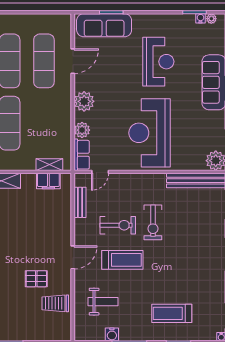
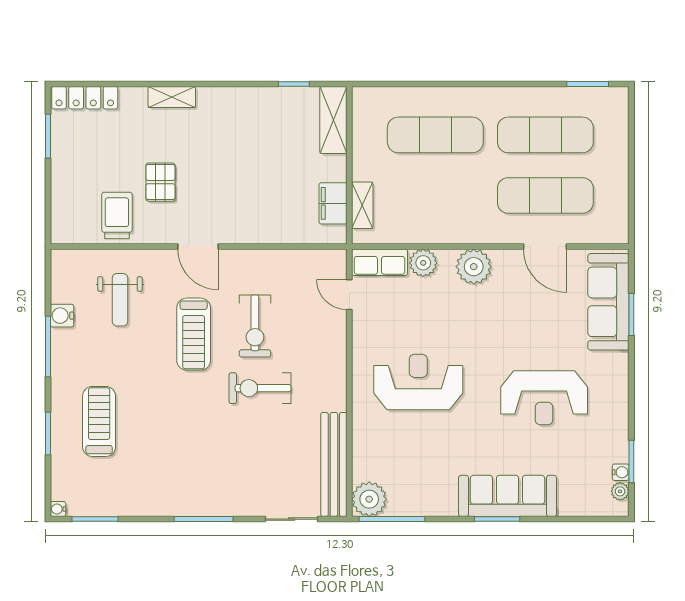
reception desk: (149, 133) -> (418, 382), width x0.74, depth x0.77
bench: (80, 202) -> (296, 259), removed

